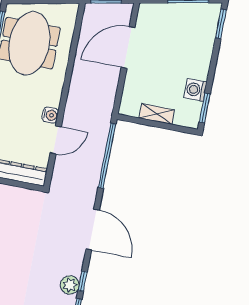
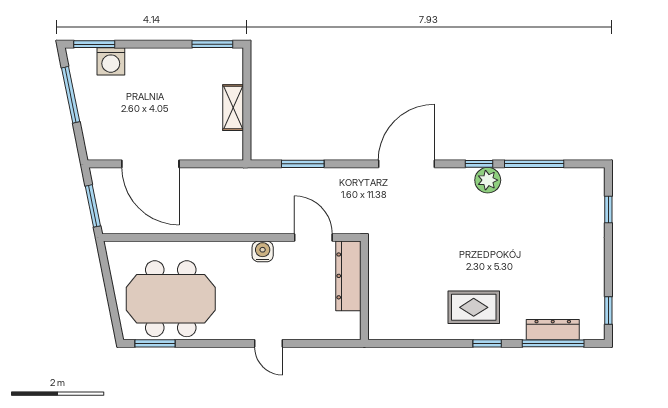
washing machine: (195, 90) -> (111, 61), moved
door: (56, 140) -> (313, 238), moved
window: (107, 156) -> (303, 164), width x0.47

